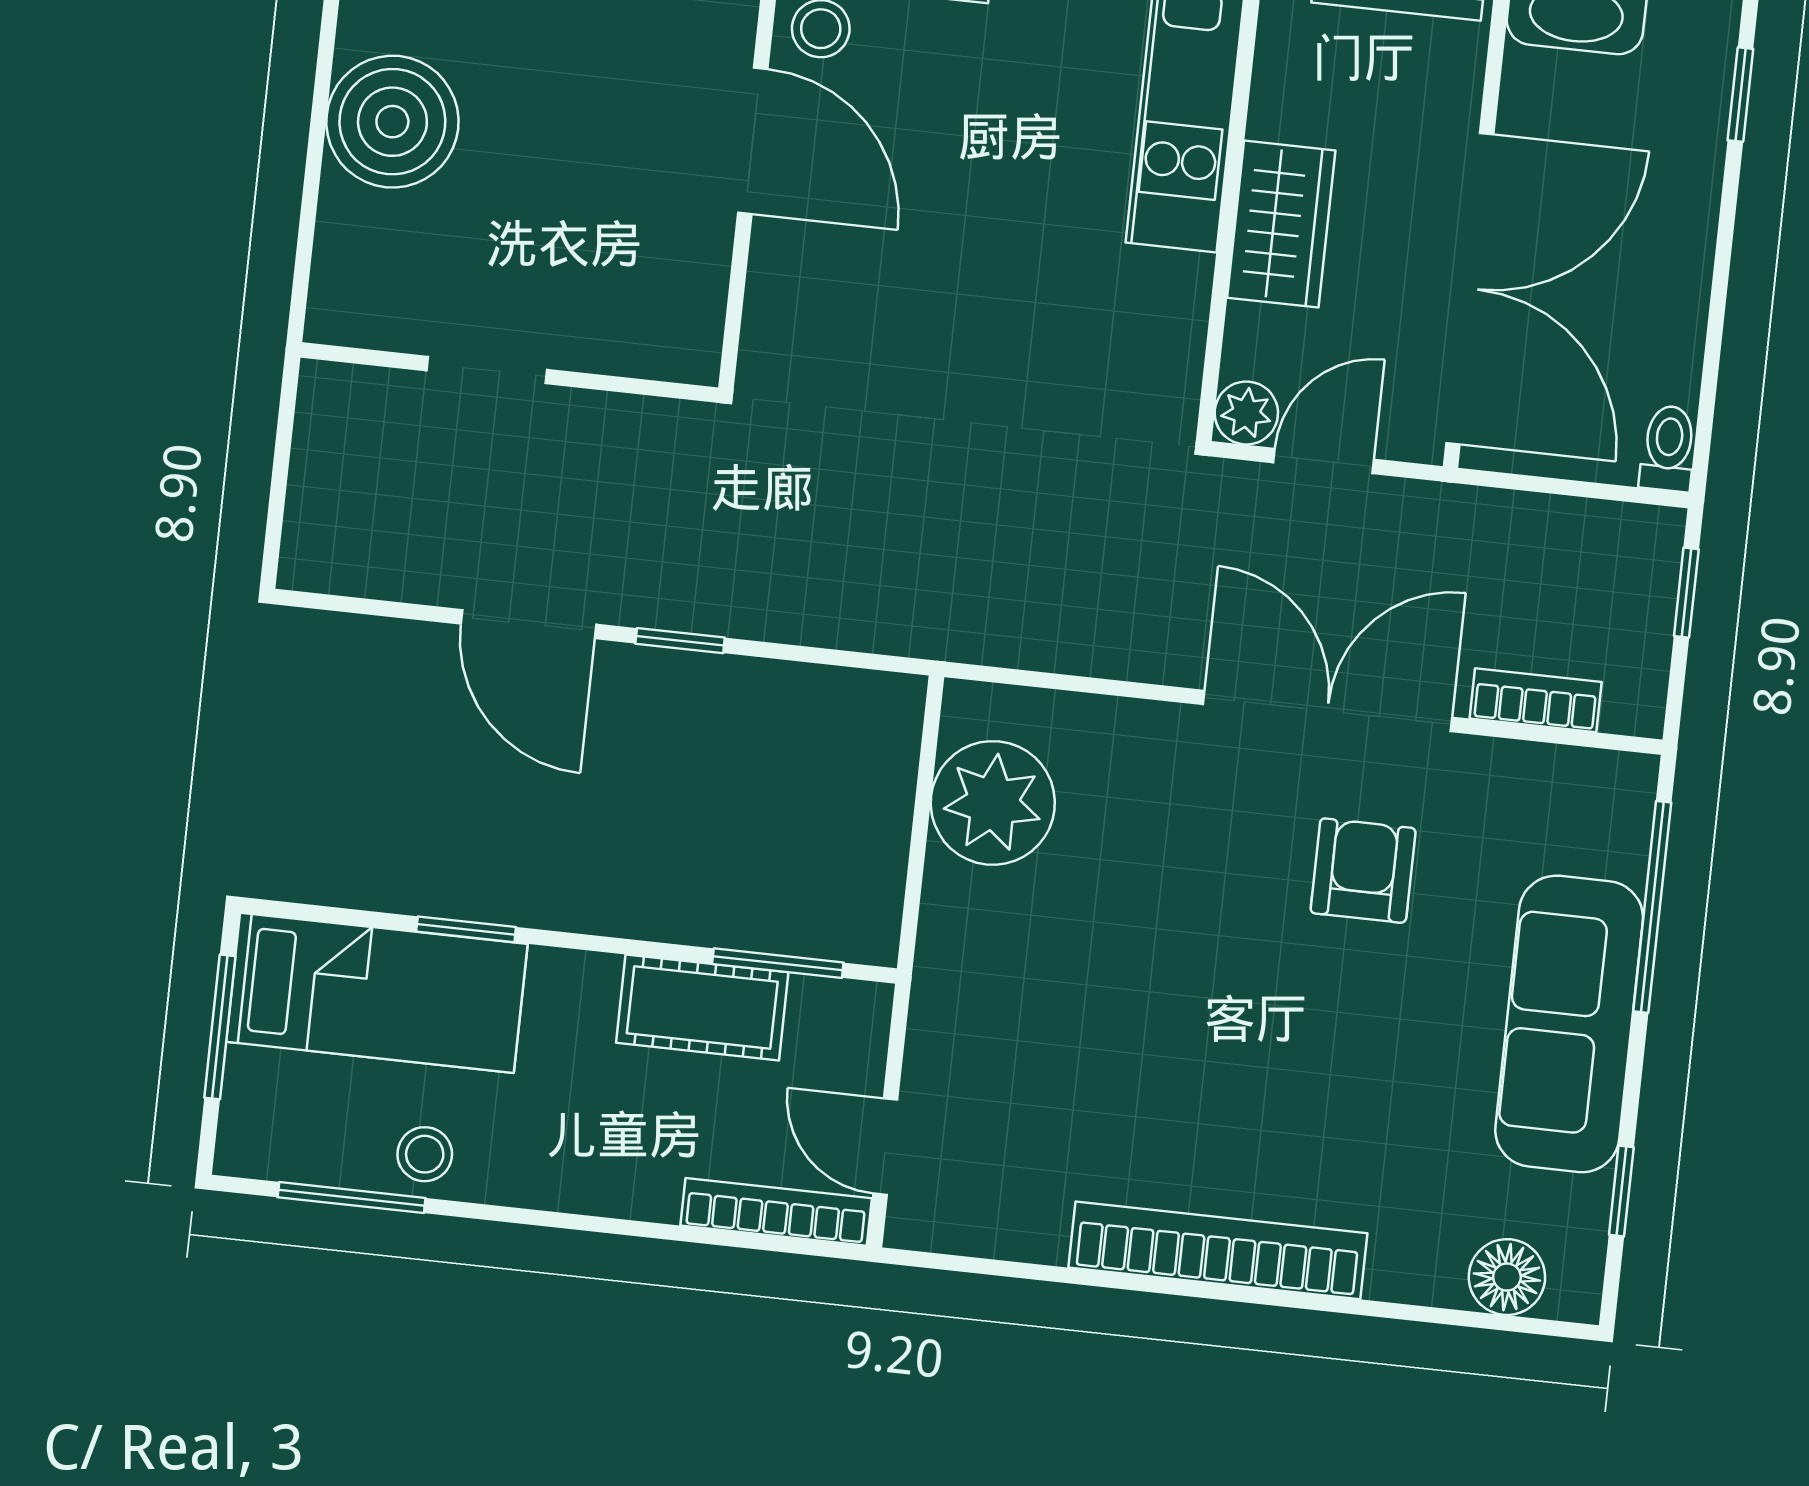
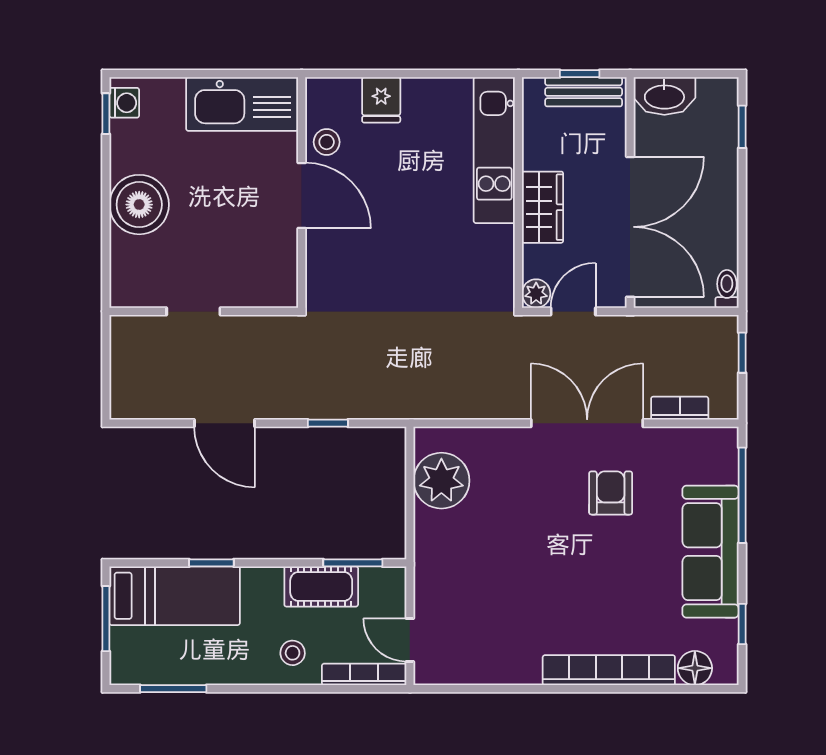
window: (680, 641) -> (328, 423), moved
stool: (425, 1154) -> (293, 653), moved
bookcase: (1218, 1250) -> (609, 670), moved

